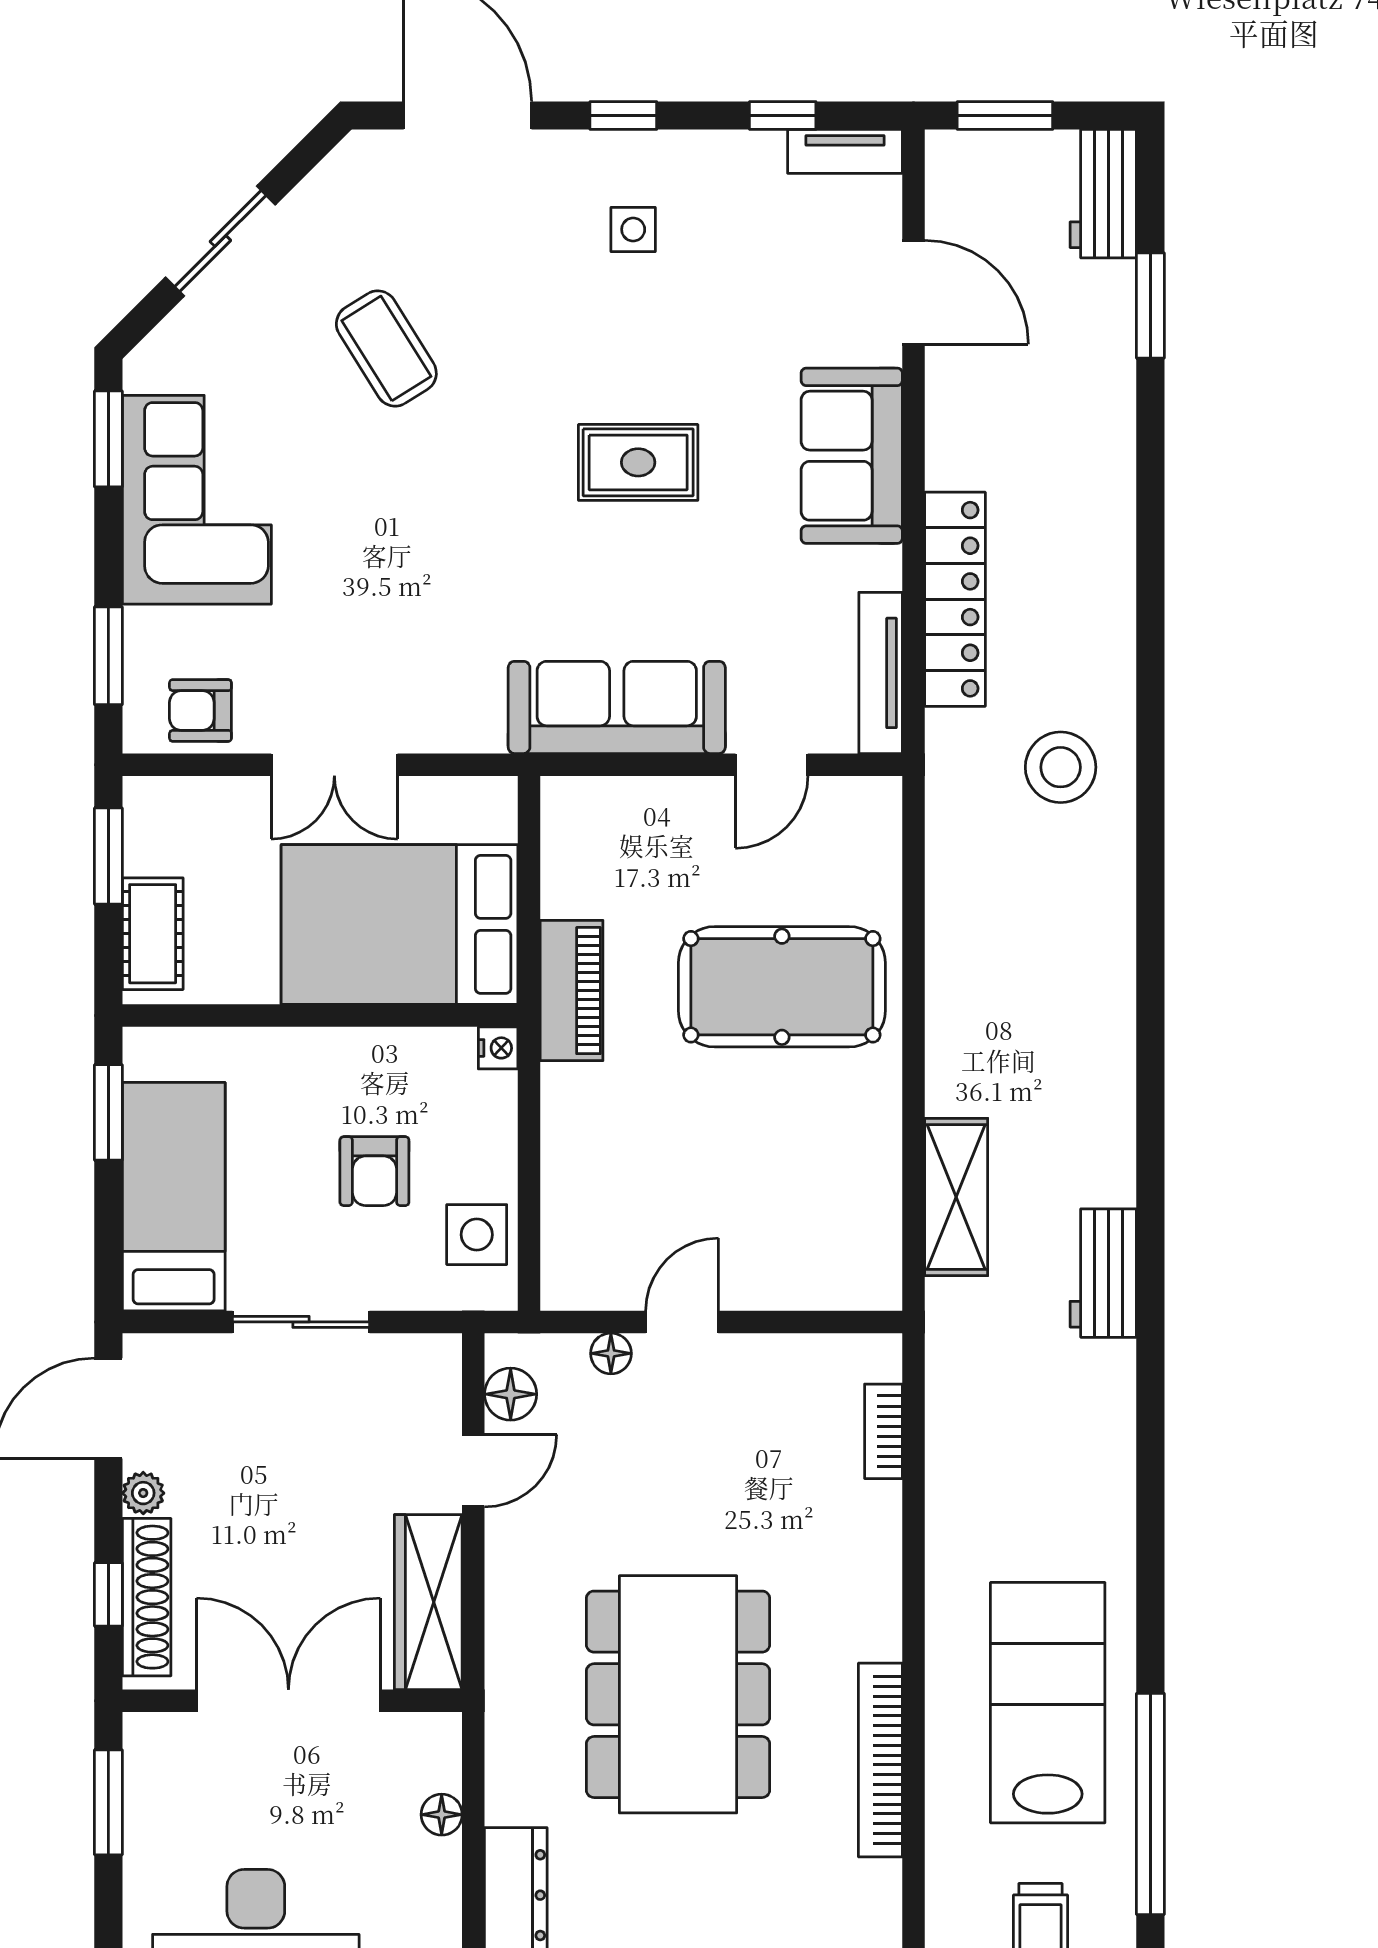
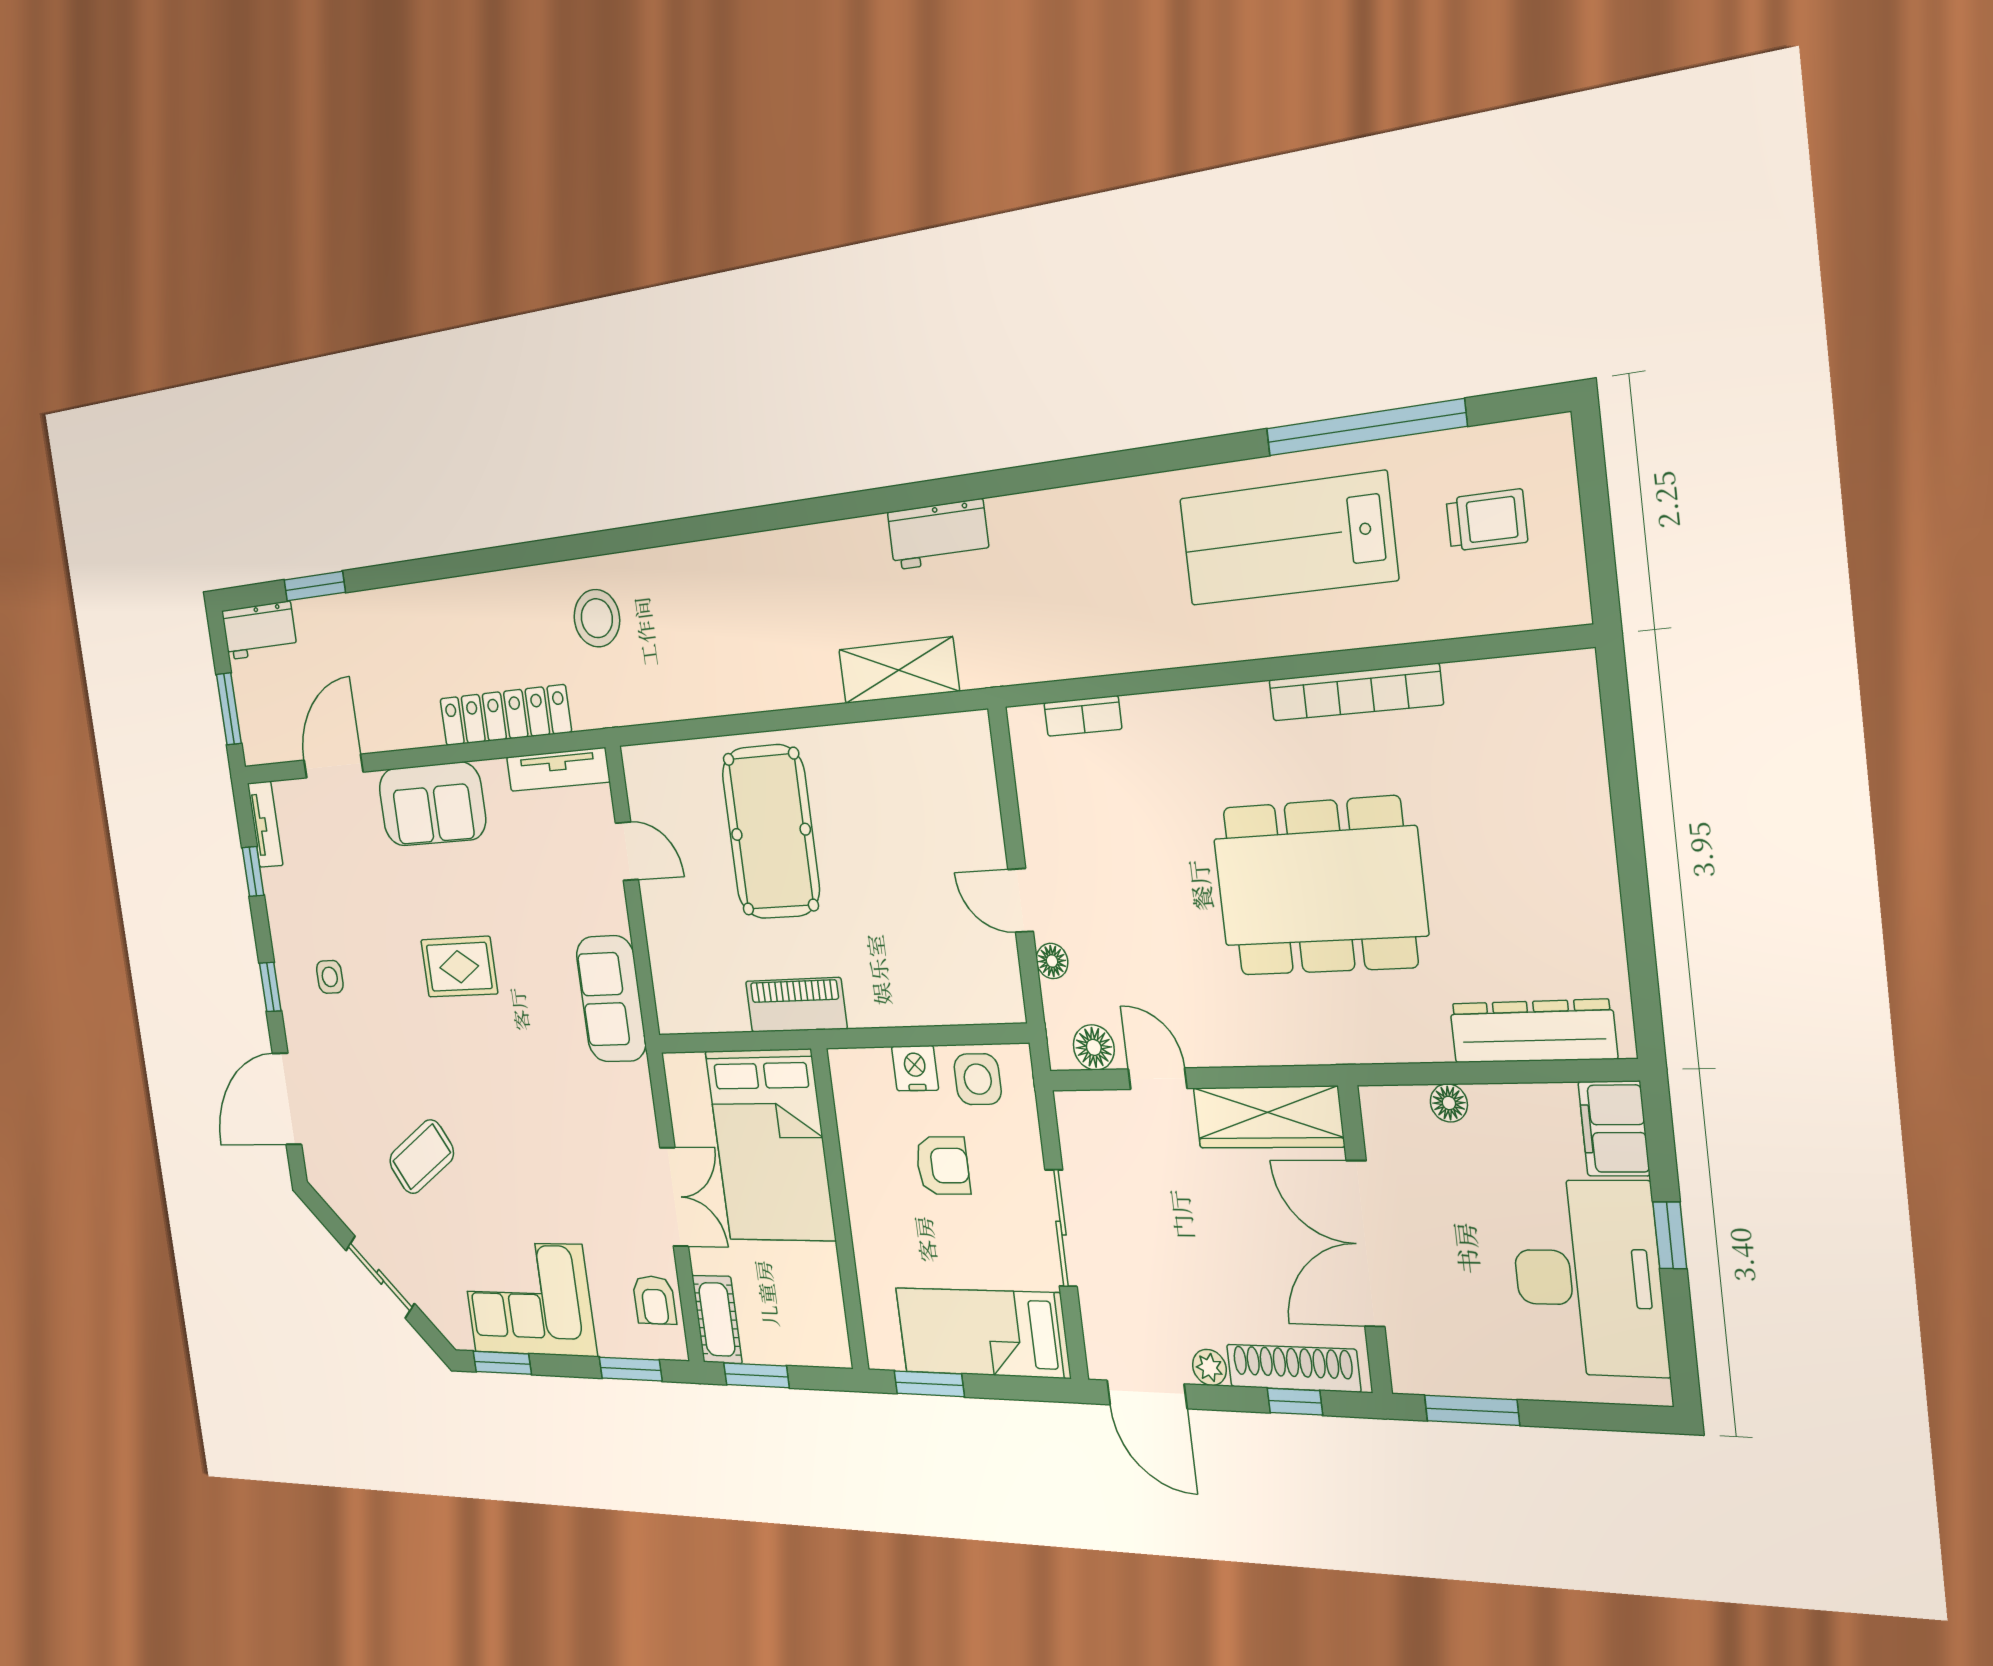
rug: (638, 462) -> (459, 967), turned 90
sofa: (617, 707) -> (611, 999), width x0.73
cot: (153, 934) -> (717, 1319), moved, turned 90
nightstand: (498, 1048) -> (915, 1068), moved, width x1.39, depth x1.35

